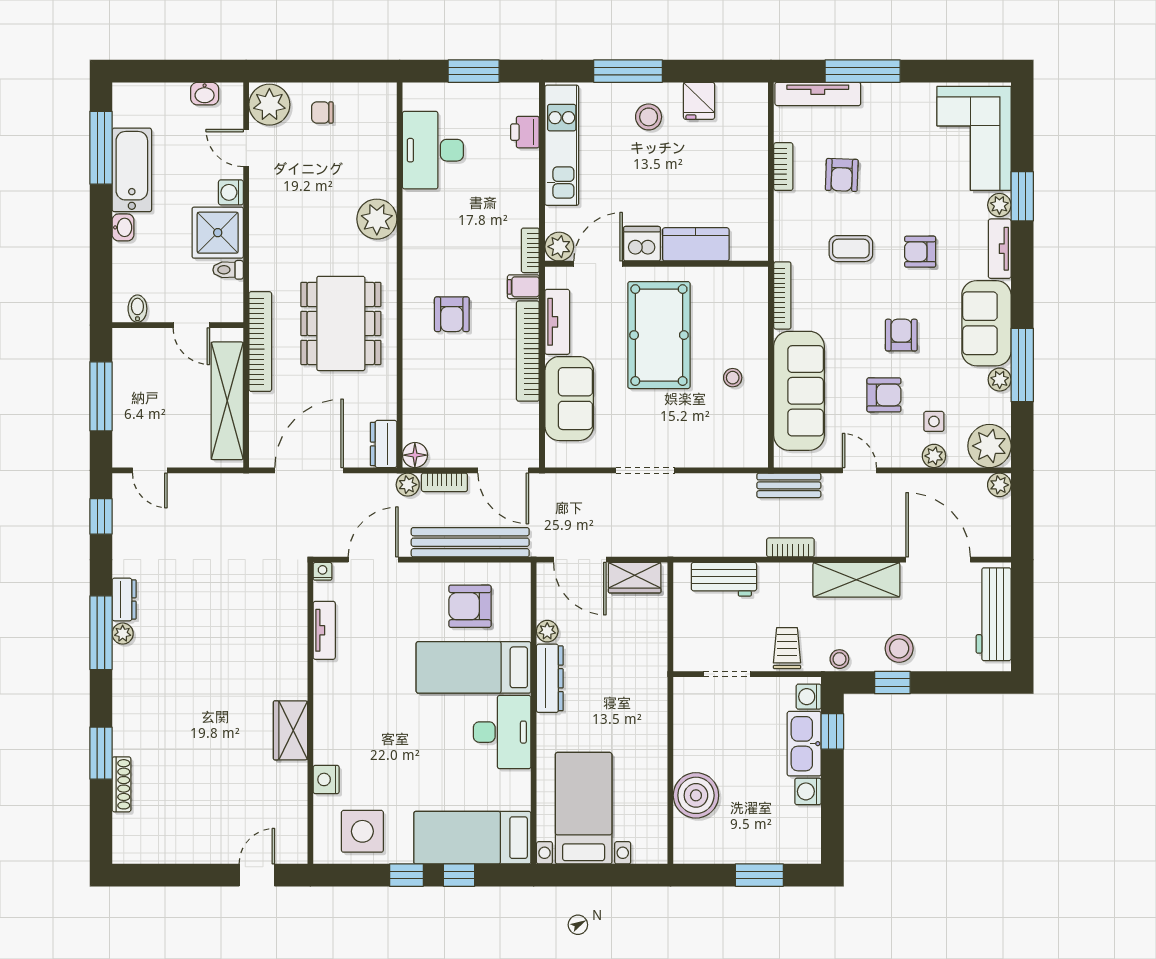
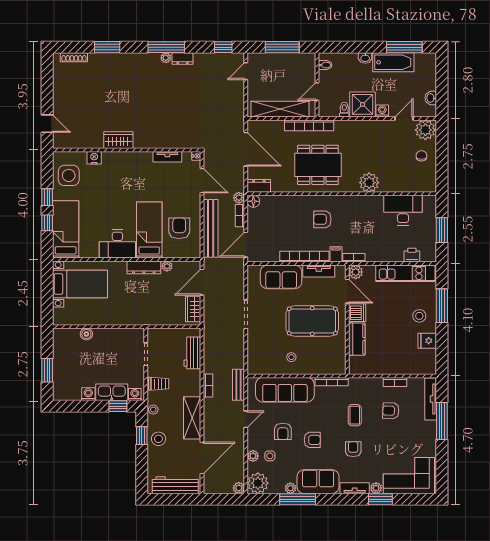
shoe rack: (121, 784) -> (74, 57), moved
boiler: (696, 795) -> (86, 334), width x0.54, depth x0.54

